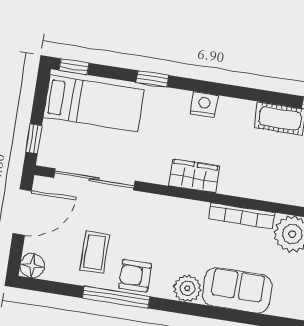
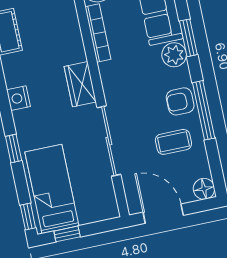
window: (34, 139) -> (67, 234), moved
sliding door: (94, 179) -> (109, 141), moved
armchair: (135, 276) -> (180, 101), turned 90
window: (200, 310) -> (188, 38), added

